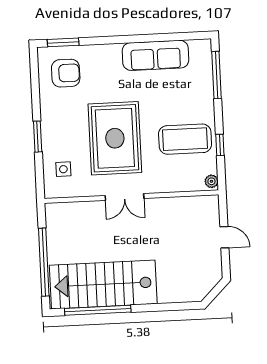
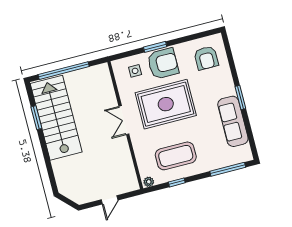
window: (63, 42) -> (240, 98), moved
armchair: (61, 131) -> (163, 63), added
coffee table: (185, 139) -> (176, 156), turned 90
window: (98, 310) -> (36, 118), width x0.47

